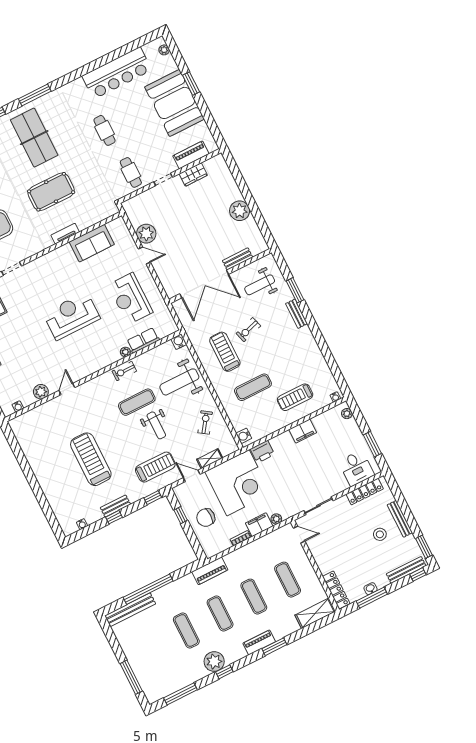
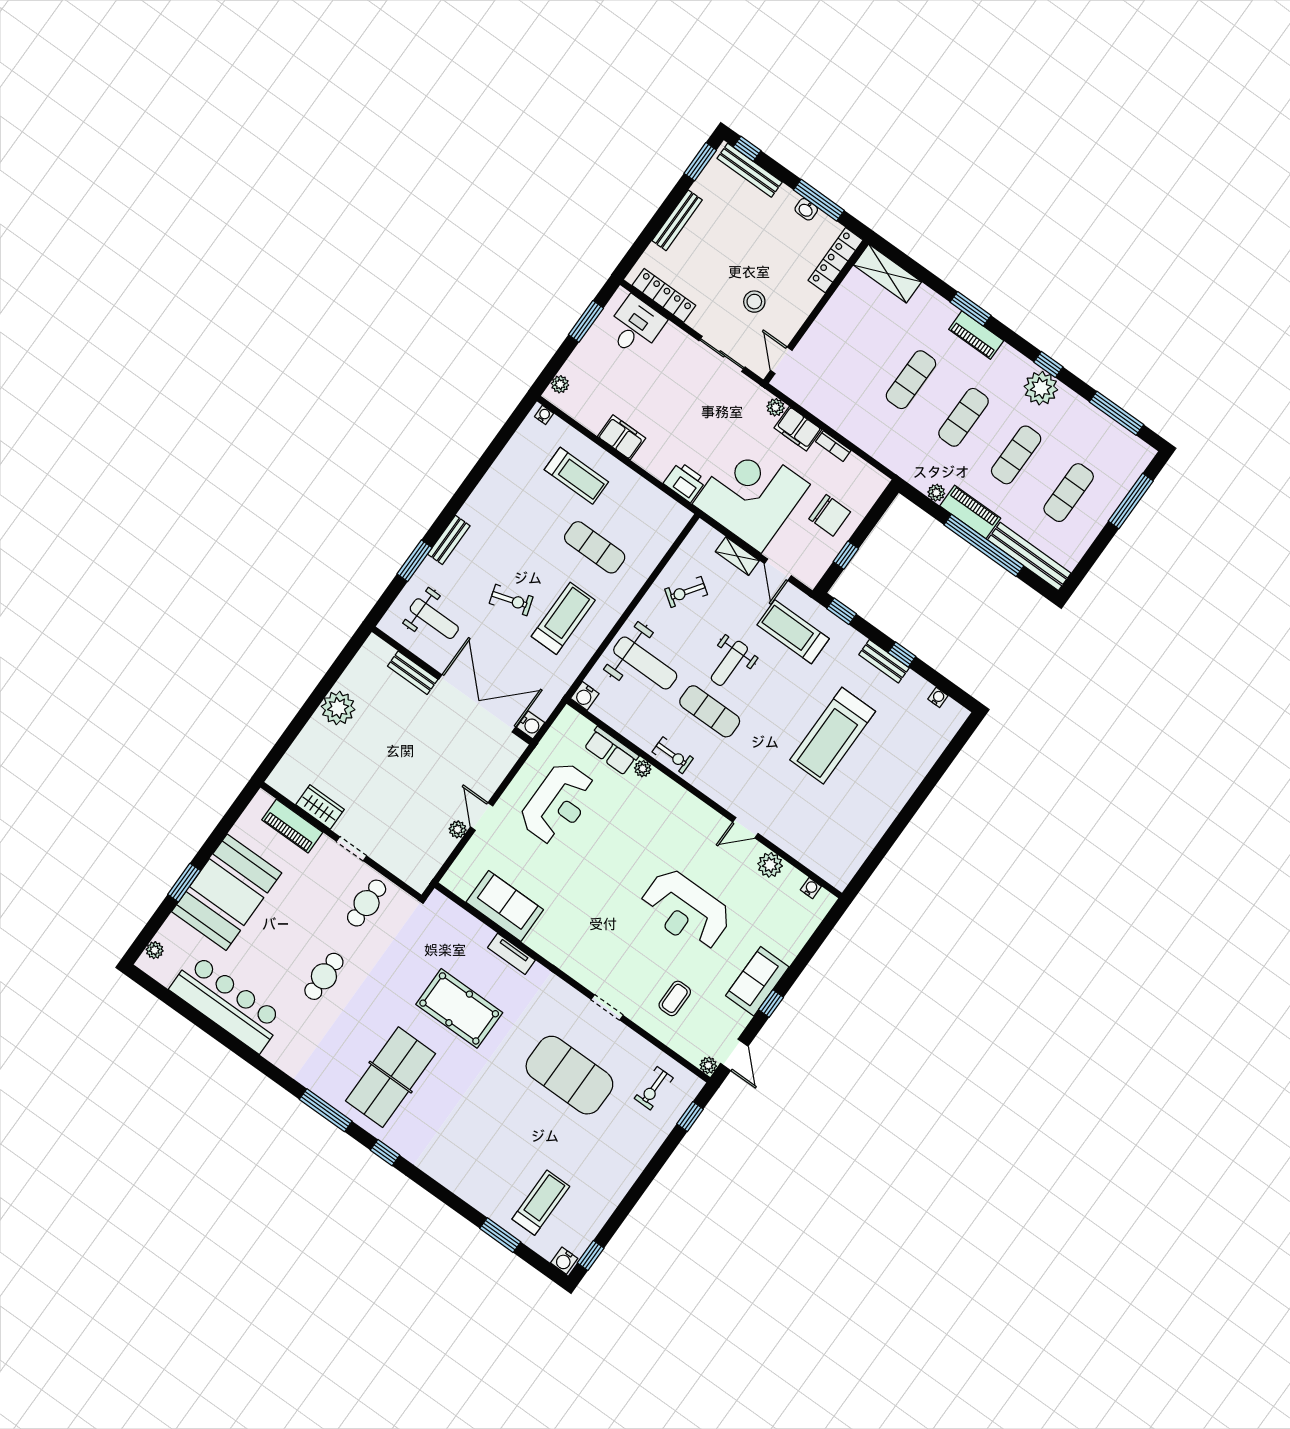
plant: (146, 234) -> (458, 829), width x0.53, depth x0.53
reception desk: (71, 316) -> (686, 910), moved
treadmill: (225, 352) -> (563, 618), turned 180
weight bench: (156, 425) -> (729, 663), turned 180
water cooler: (244, 436) -> (531, 725), moved
stool: (380, 534) -> (754, 302), moved
piano: (210, 571) -> (970, 512), moved
plant: (188, 579) -> (936, 493), added
exercise mat: (288, 580) -> (1069, 493), moved

